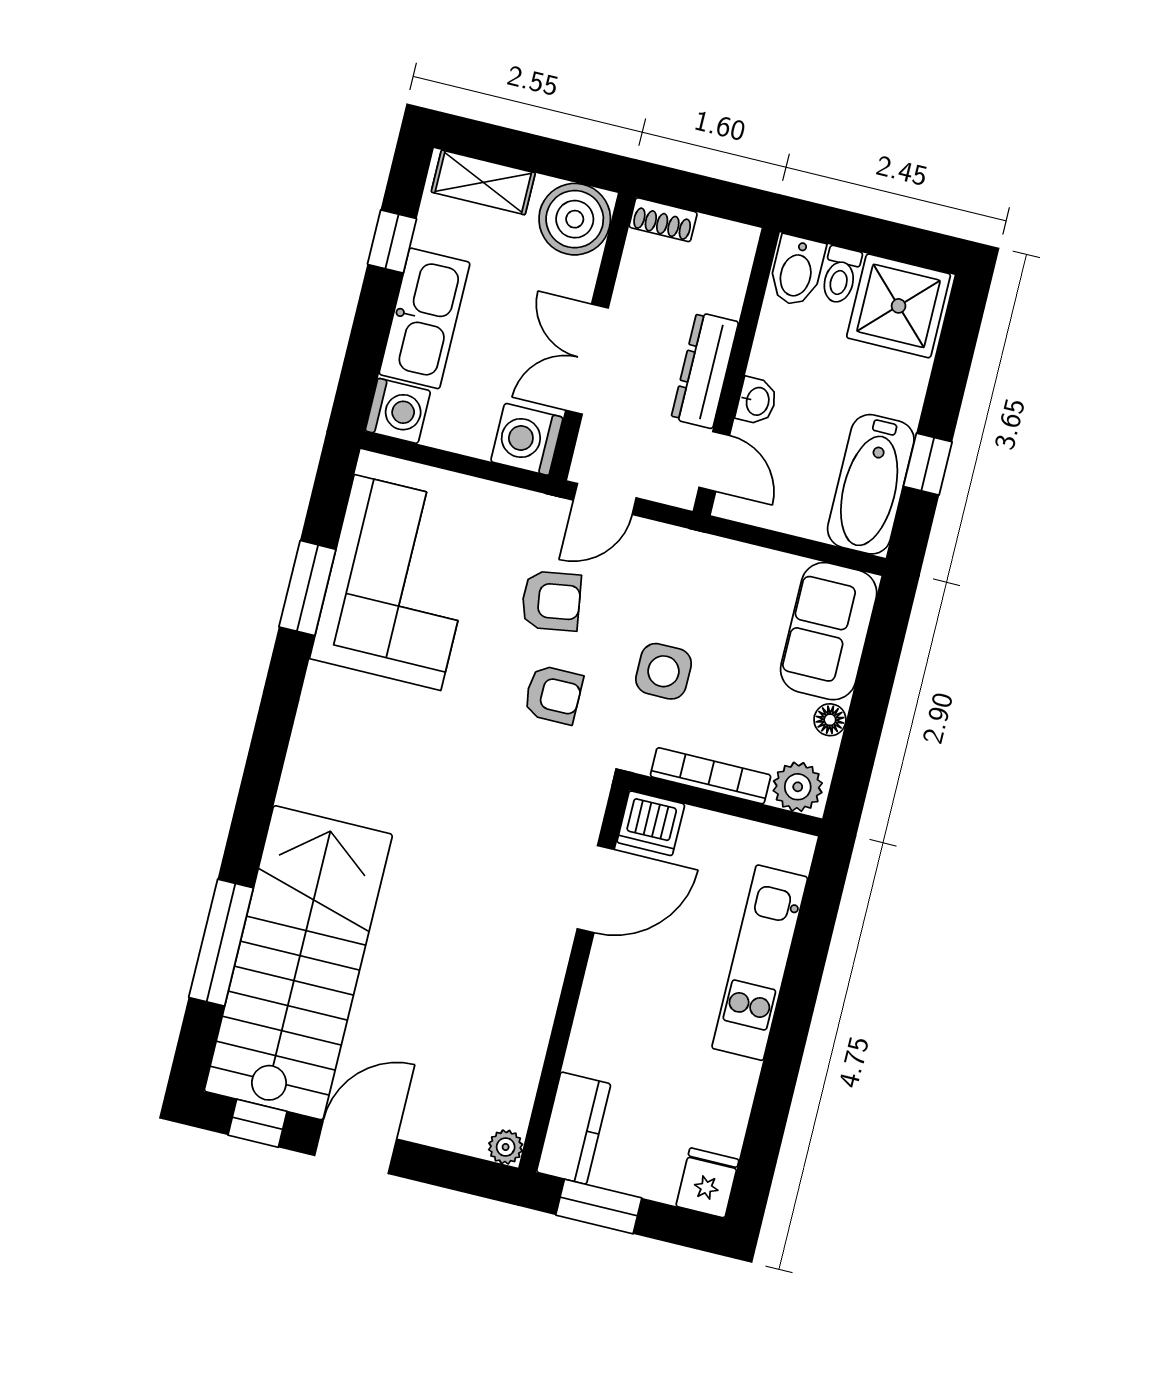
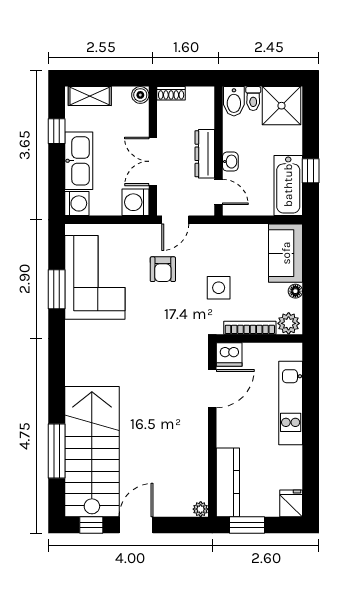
boiler: (575, 219) -> (140, 95), width x0.54, depth x0.54
armchair: (551, 601) -> (163, 269), turned 99
armchair: (553, 695) -> (174, 309), removed
kitchen counter: (574, 1128) -> (228, 482), width x1.50

